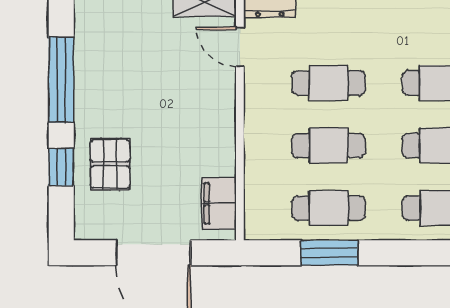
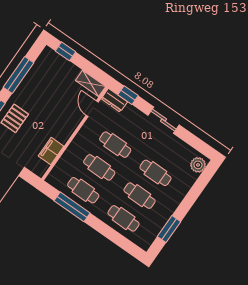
filing cabinet: (219, 204) -> (51, 151), moved
window: (329, 253) -> (72, 207), width x1.44

